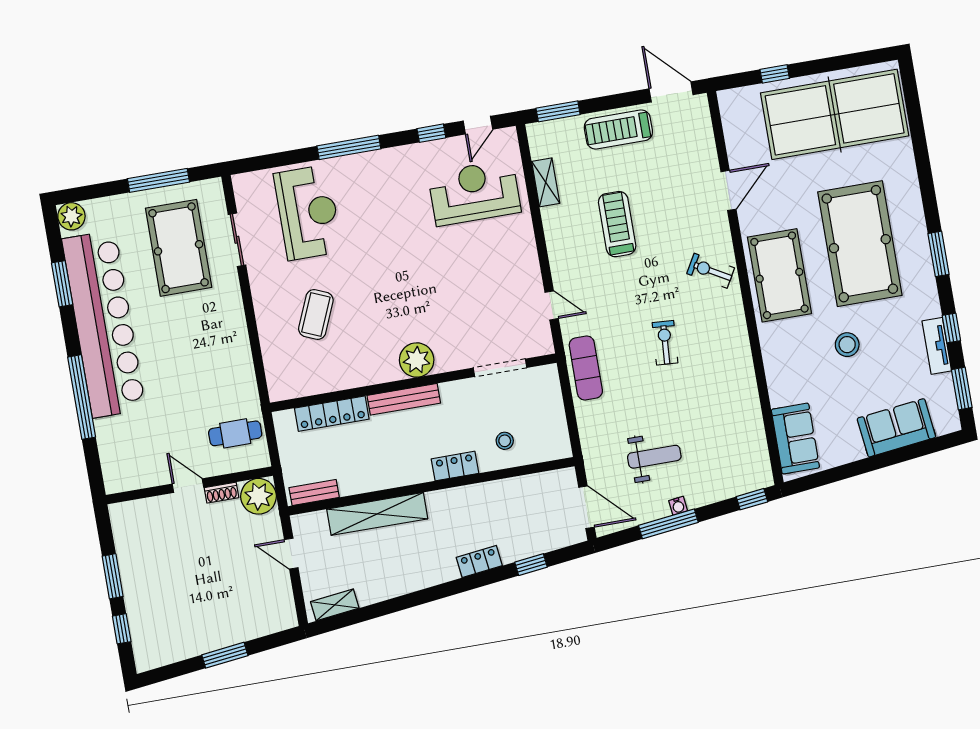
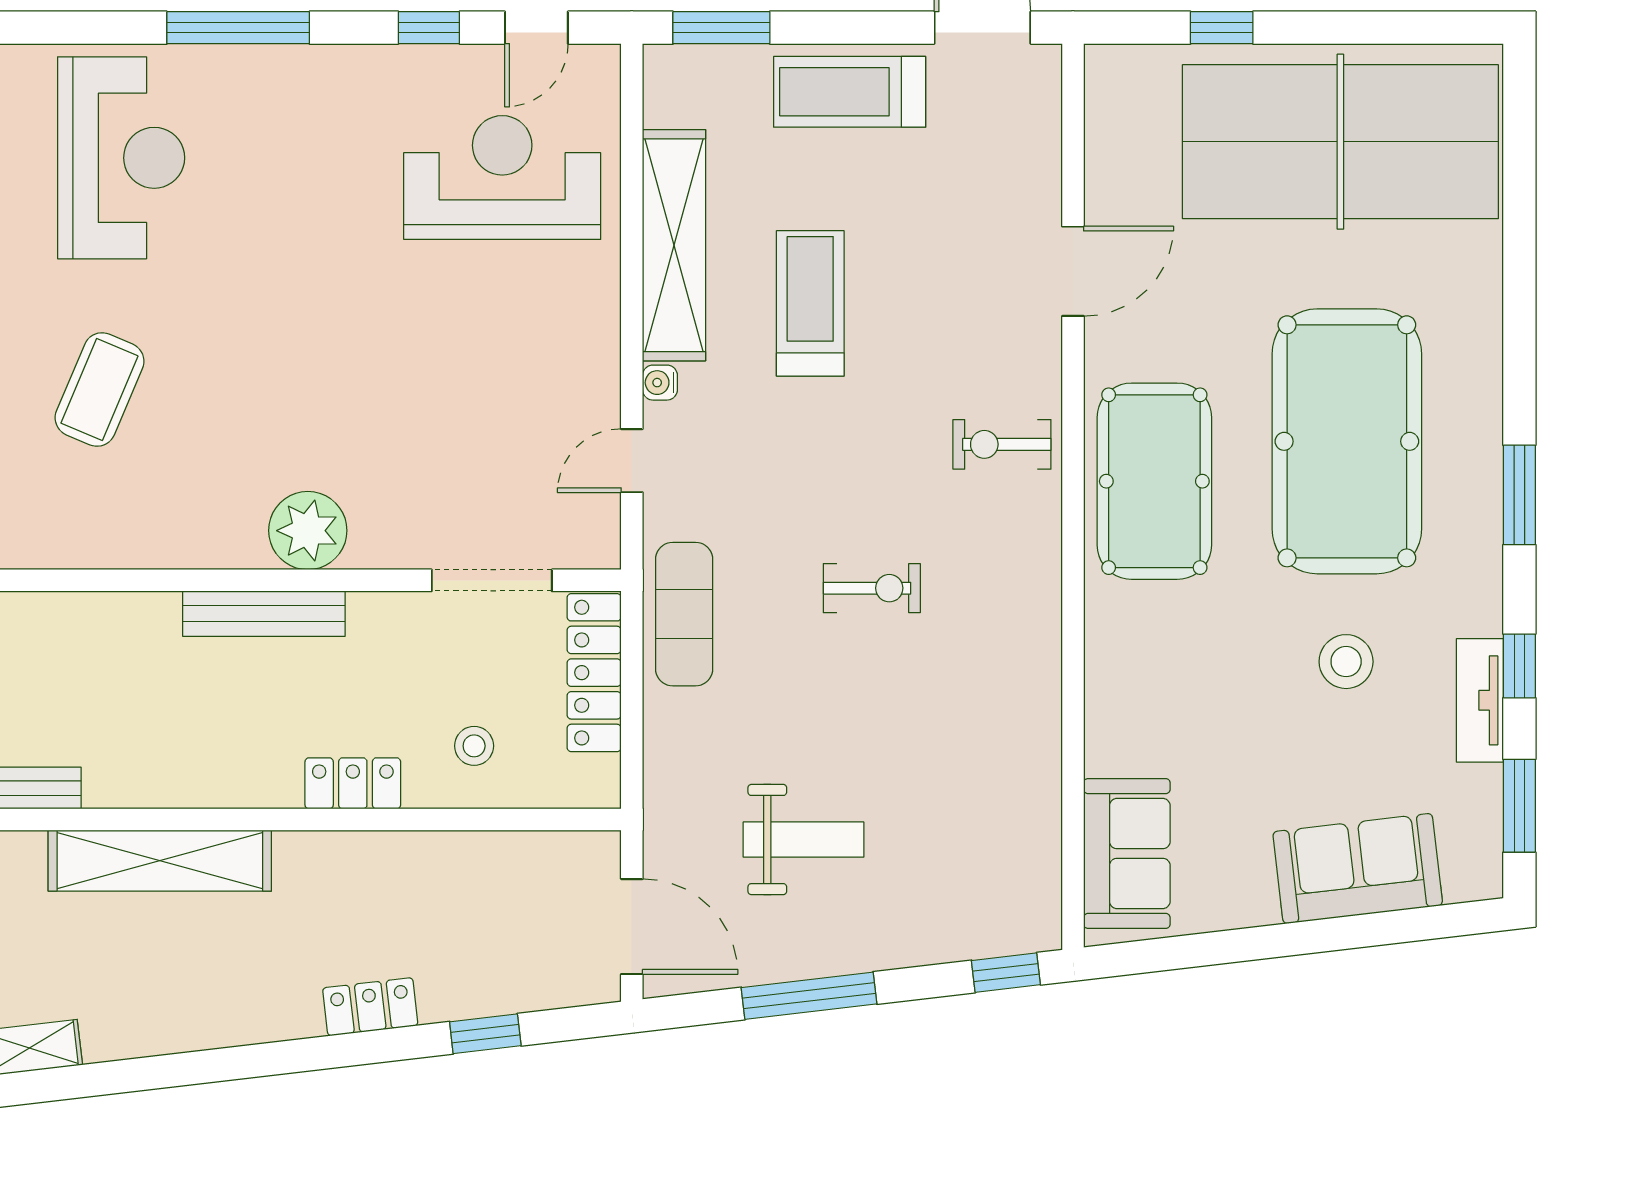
shelving: (546, 182) -> (674, 245), width x2.20, depth x1.33
exercise bike: (711, 271) -> (1002, 444), turned -30
door: (552, 305) -> (632, 461), swing flipped
exercise bike: (665, 343) -> (872, 588), turned 86
stool: (847, 345) -> (1346, 662), moved
locker: (332, 414) -> (594, 673), moved, turned 90
water cooler: (678, 506) -> (660, 383), moved, turned 97

